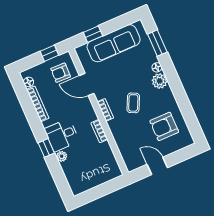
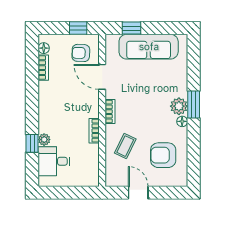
window: (157, 43) -> (194, 105), moved
floor lamp: (157, 67) -> (182, 121), moved
coffee table: (133, 103) -> (125, 146), moved
bookcase: (38, 104) -> (43, 68), width x0.64
desk: (62, 135) -> (54, 161), moved
window: (46, 148) -> (32, 143), moved

